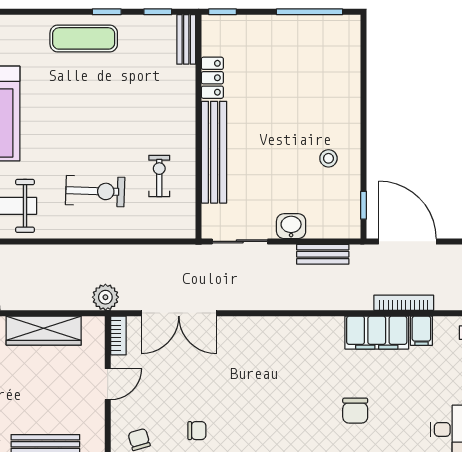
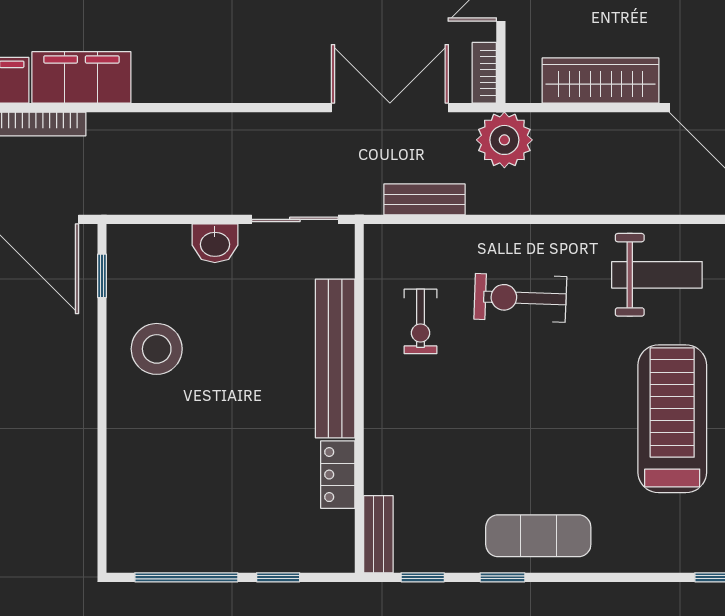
window: (223, 12) -> (278, 577), moved
stool: (328, 158) -> (157, 349), width x1.89, depth x1.89
bench: (323, 254) -> (424, 199), moved
plant: (105, 297) -> (504, 140), width x1.36, depth x1.36

